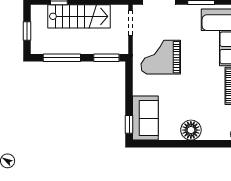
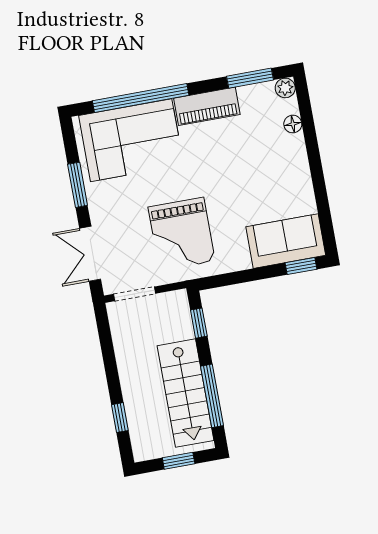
stairs: (79, 16) -> (186, 393), moved, turned 180
window: (106, 58) -> (199, 323), width x0.67
floor lamp: (191, 130) -> (293, 124), moved, width x0.53, depth x0.53

